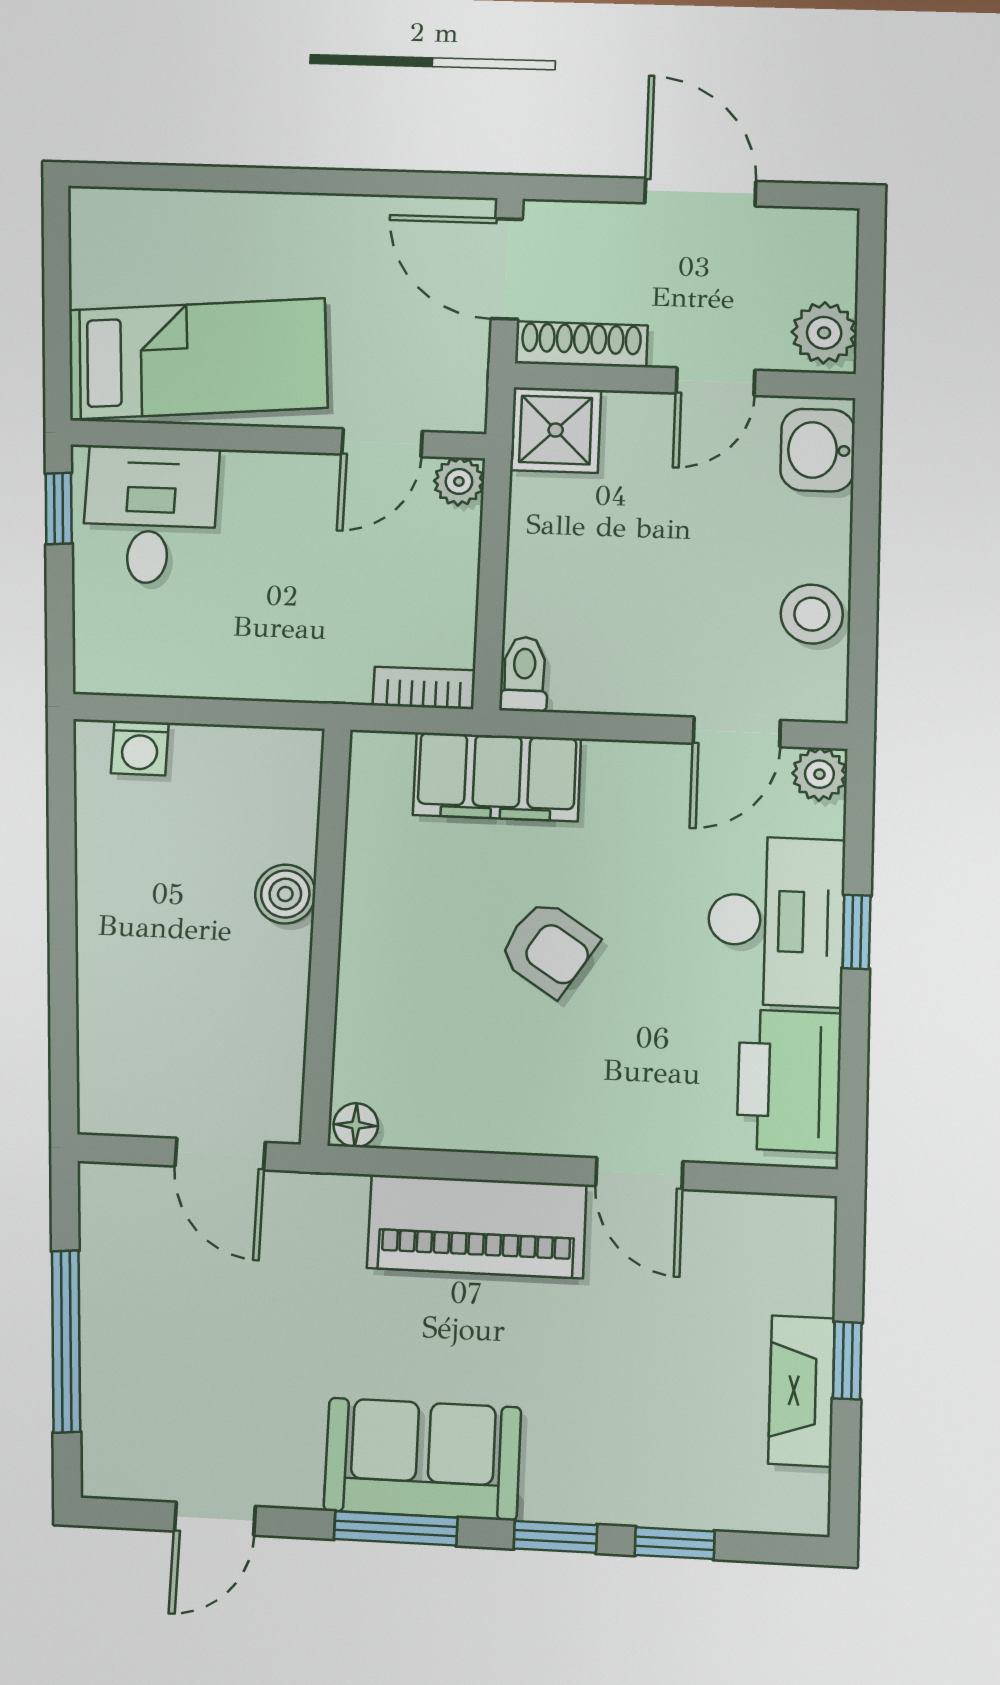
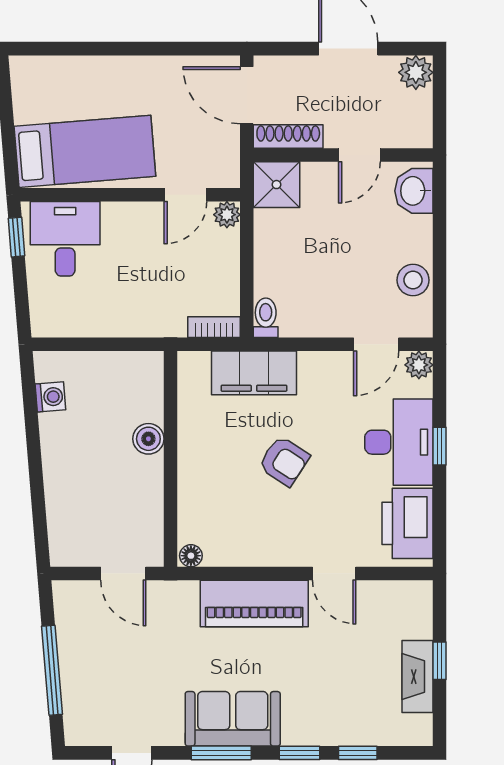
plant: (824, 333) -> (416, 72), moved
washing machine: (140, 748) -> (50, 397), moved, turned -95

